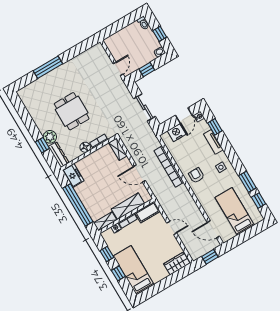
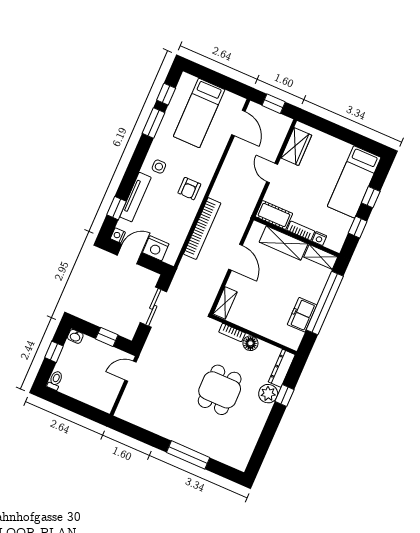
tv unit: (213, 142) -> (135, 197), width x1.41
freezer: (73, 175) -> (302, 315), moved
wardrobe: (177, 264) -> (296, 147), moved, turned -90

